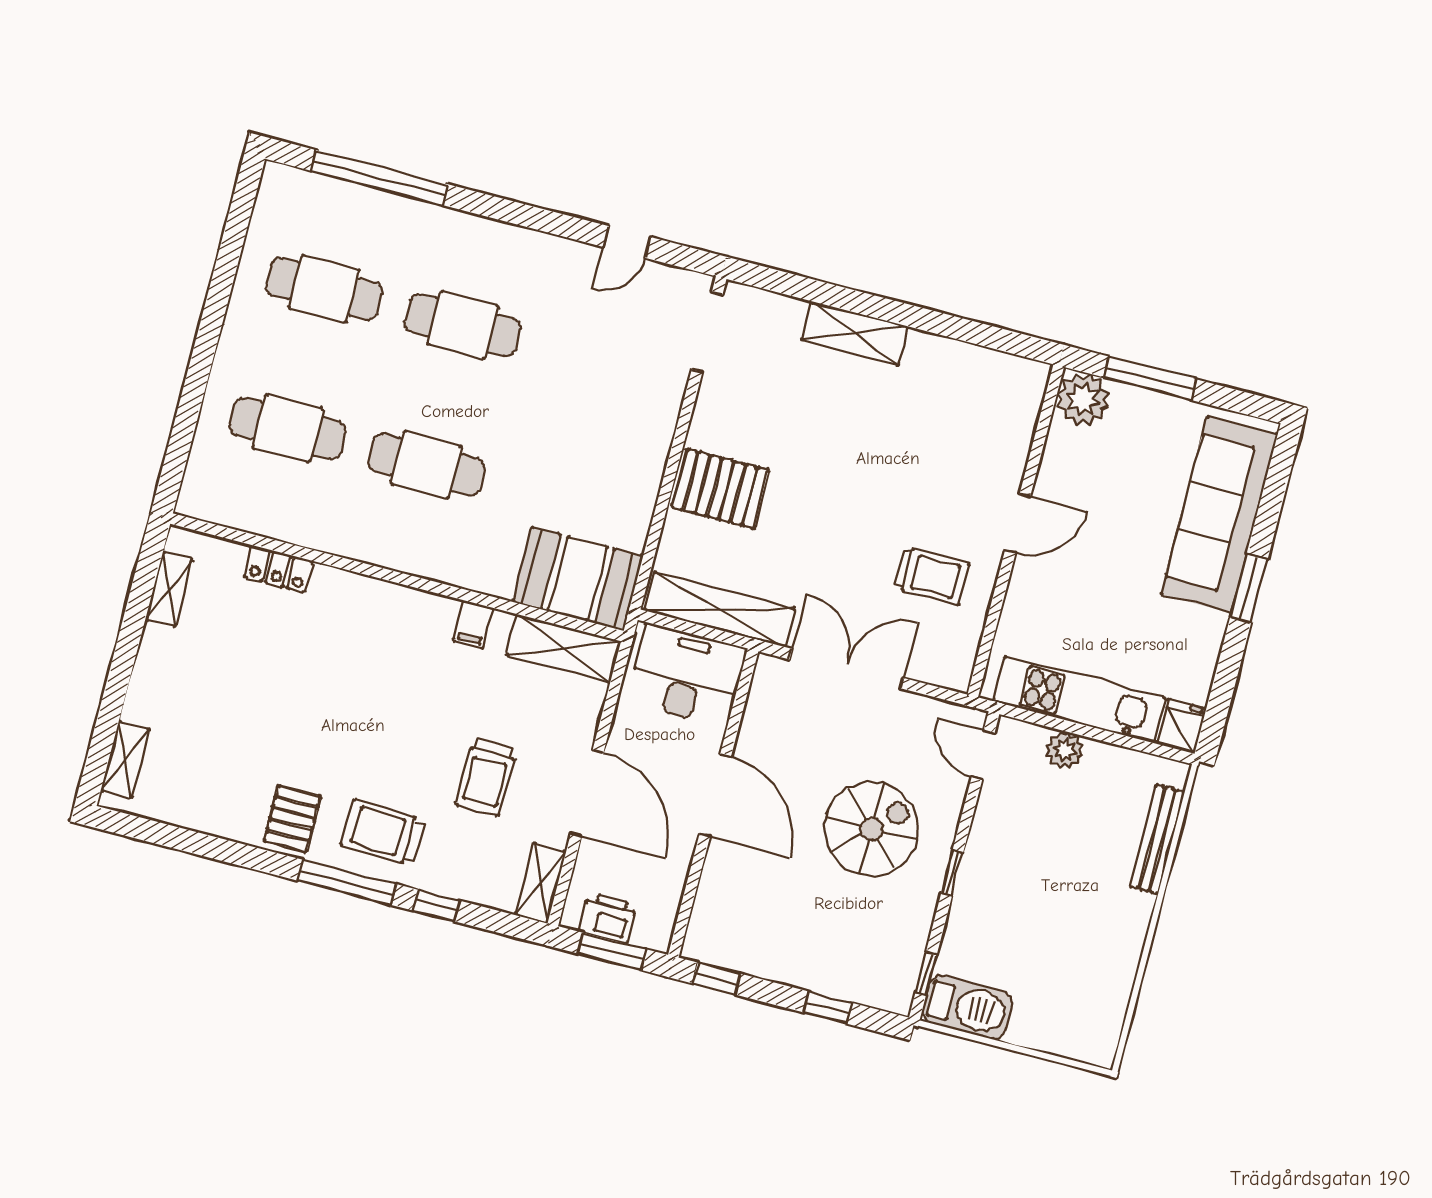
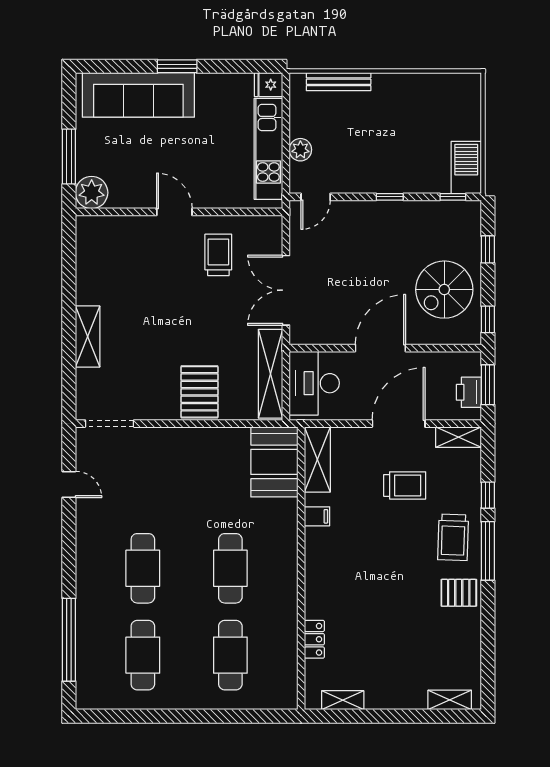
spiral stairs: (871, 829) -> (444, 290), moved, turned -90

